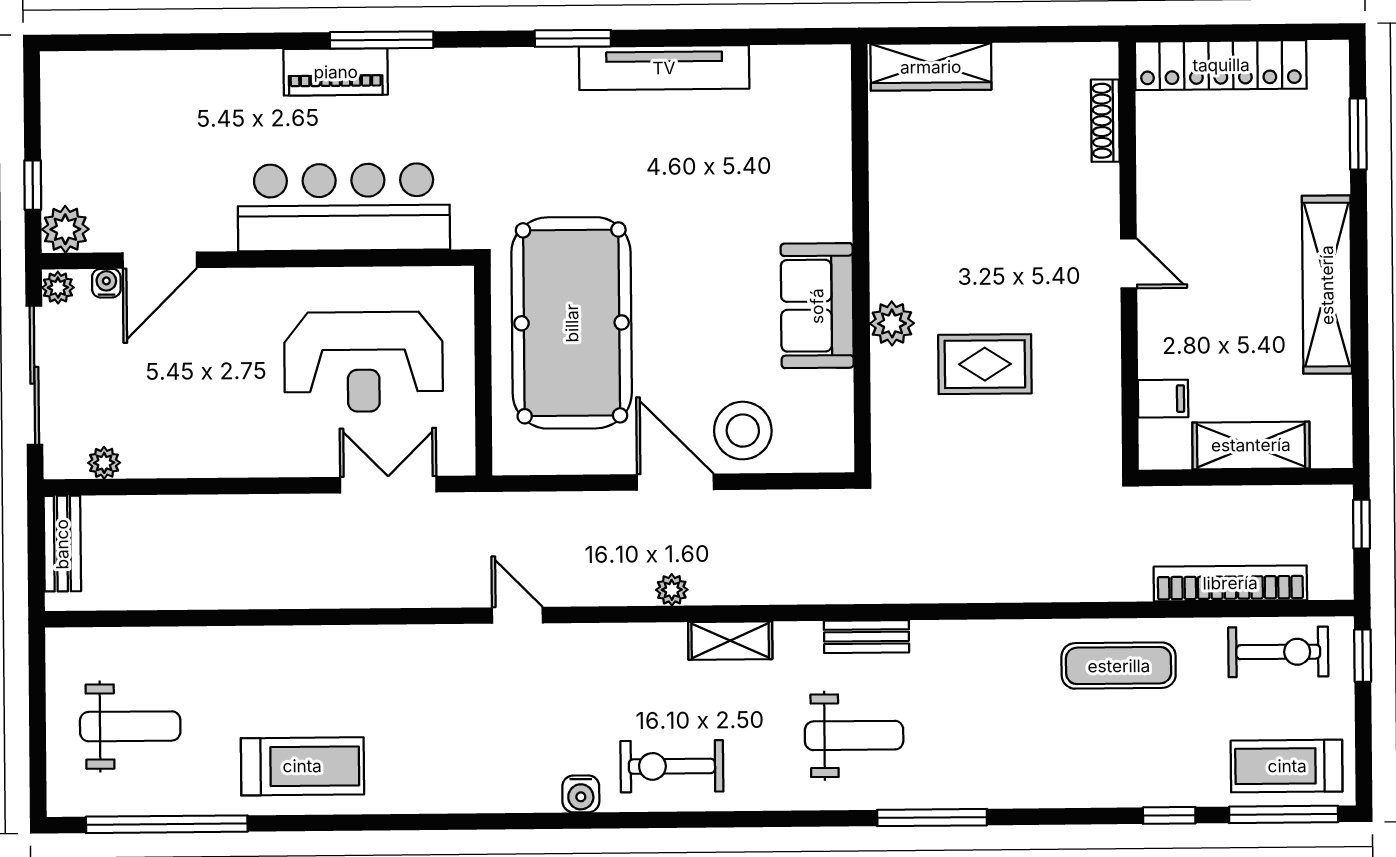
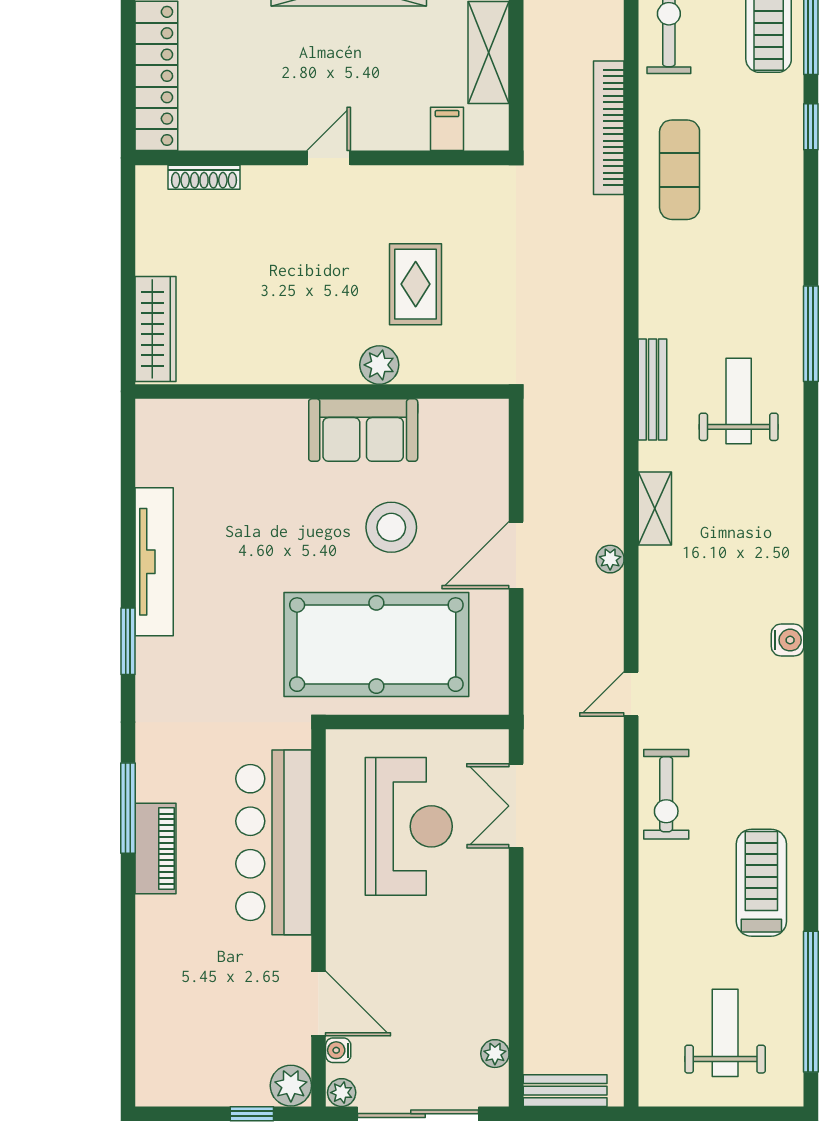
stool: (743, 431) -> (391, 527), moved
bookcase: (1230, 583) -> (609, 128), moved
bench: (867, 637) -> (652, 389), width x1.36
exercise bike: (672, 766) -> (666, 794), moved

